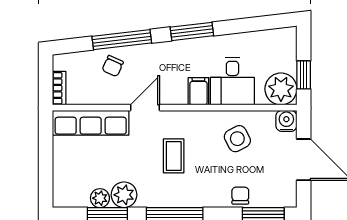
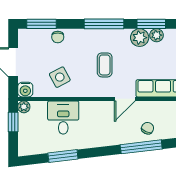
window: (192, 31) -> (63, 156), moved
plant: (281, 89) -> (24, 107), width x0.53, depth x0.53
filing cabinet: (198, 91) -> (87, 110), removed

